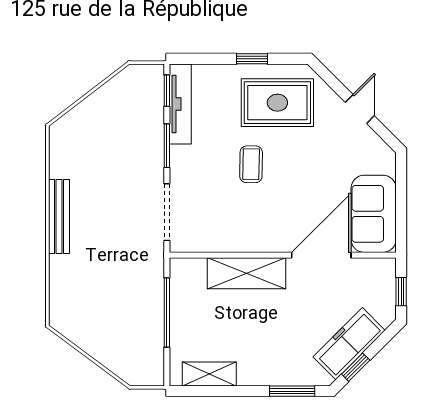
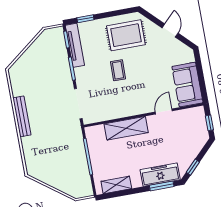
window: (252, 59) -> (85, 19), moved
door: (321, 255) -> (164, 111), width x0.53
freezer: (349, 344) -> (160, 175), moved, turned 45

